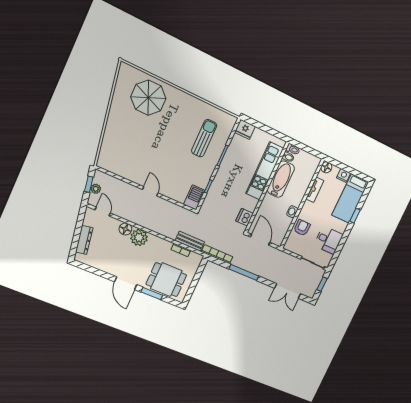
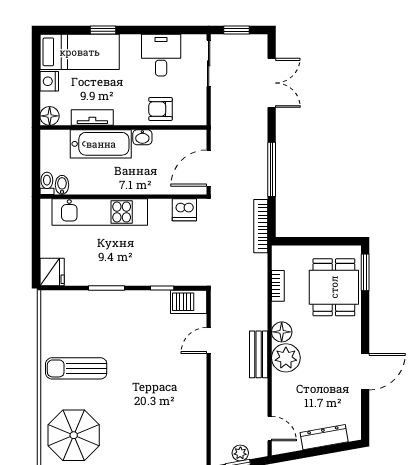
sun lounger: (204, 138) -> (76, 368), moved
bathtub: (281, 179) -> (101, 144), moved, turned 180
door: (150, 191) -> (209, 340), moved
door: (103, 211) -> (270, 429), swing flipped
floor lamp: (125, 229) -> (282, 332), moved
bench: (190, 241) -> (259, 354), moved
door: (126, 283) -> (365, 372), moved
window: (152, 294) -> (365, 272), moved

